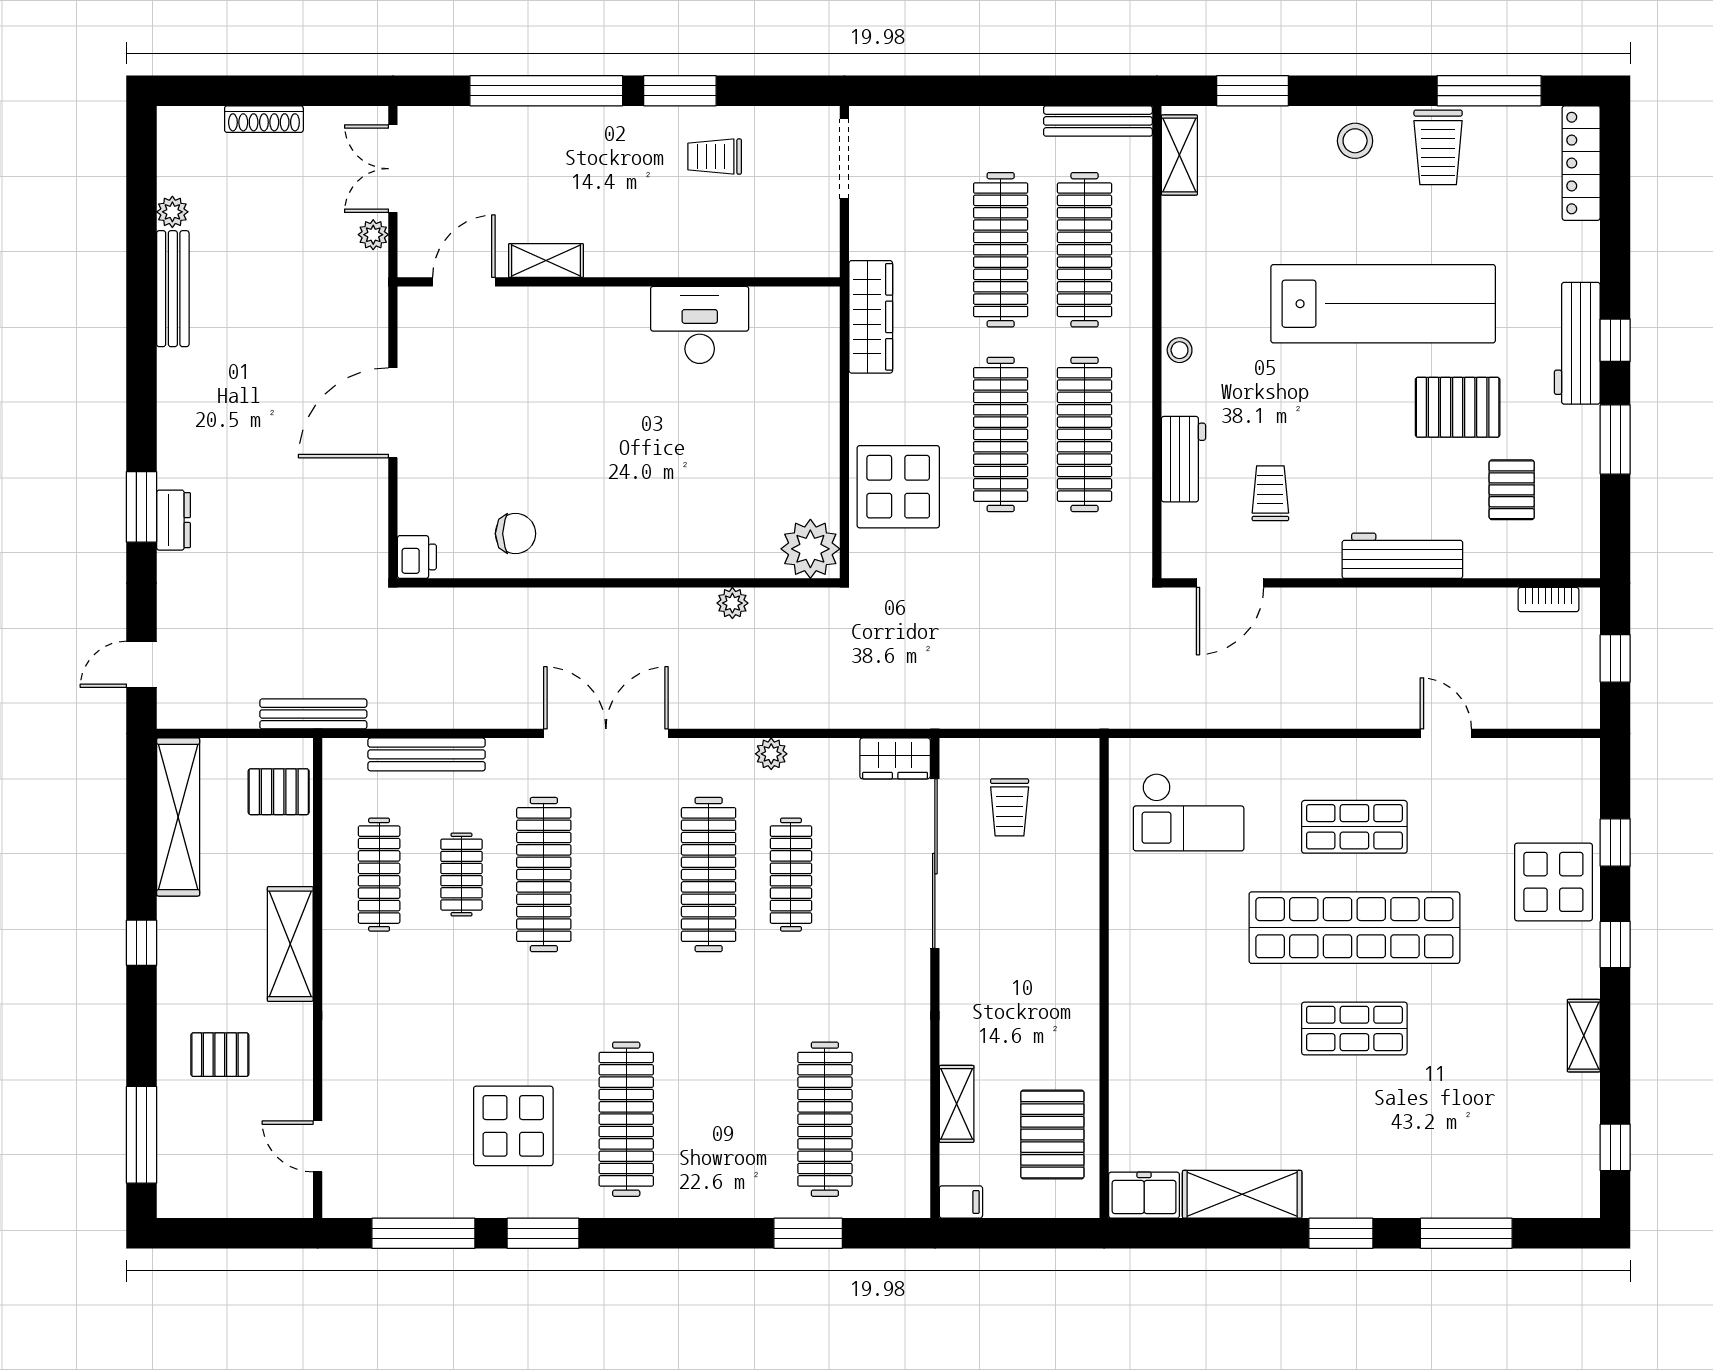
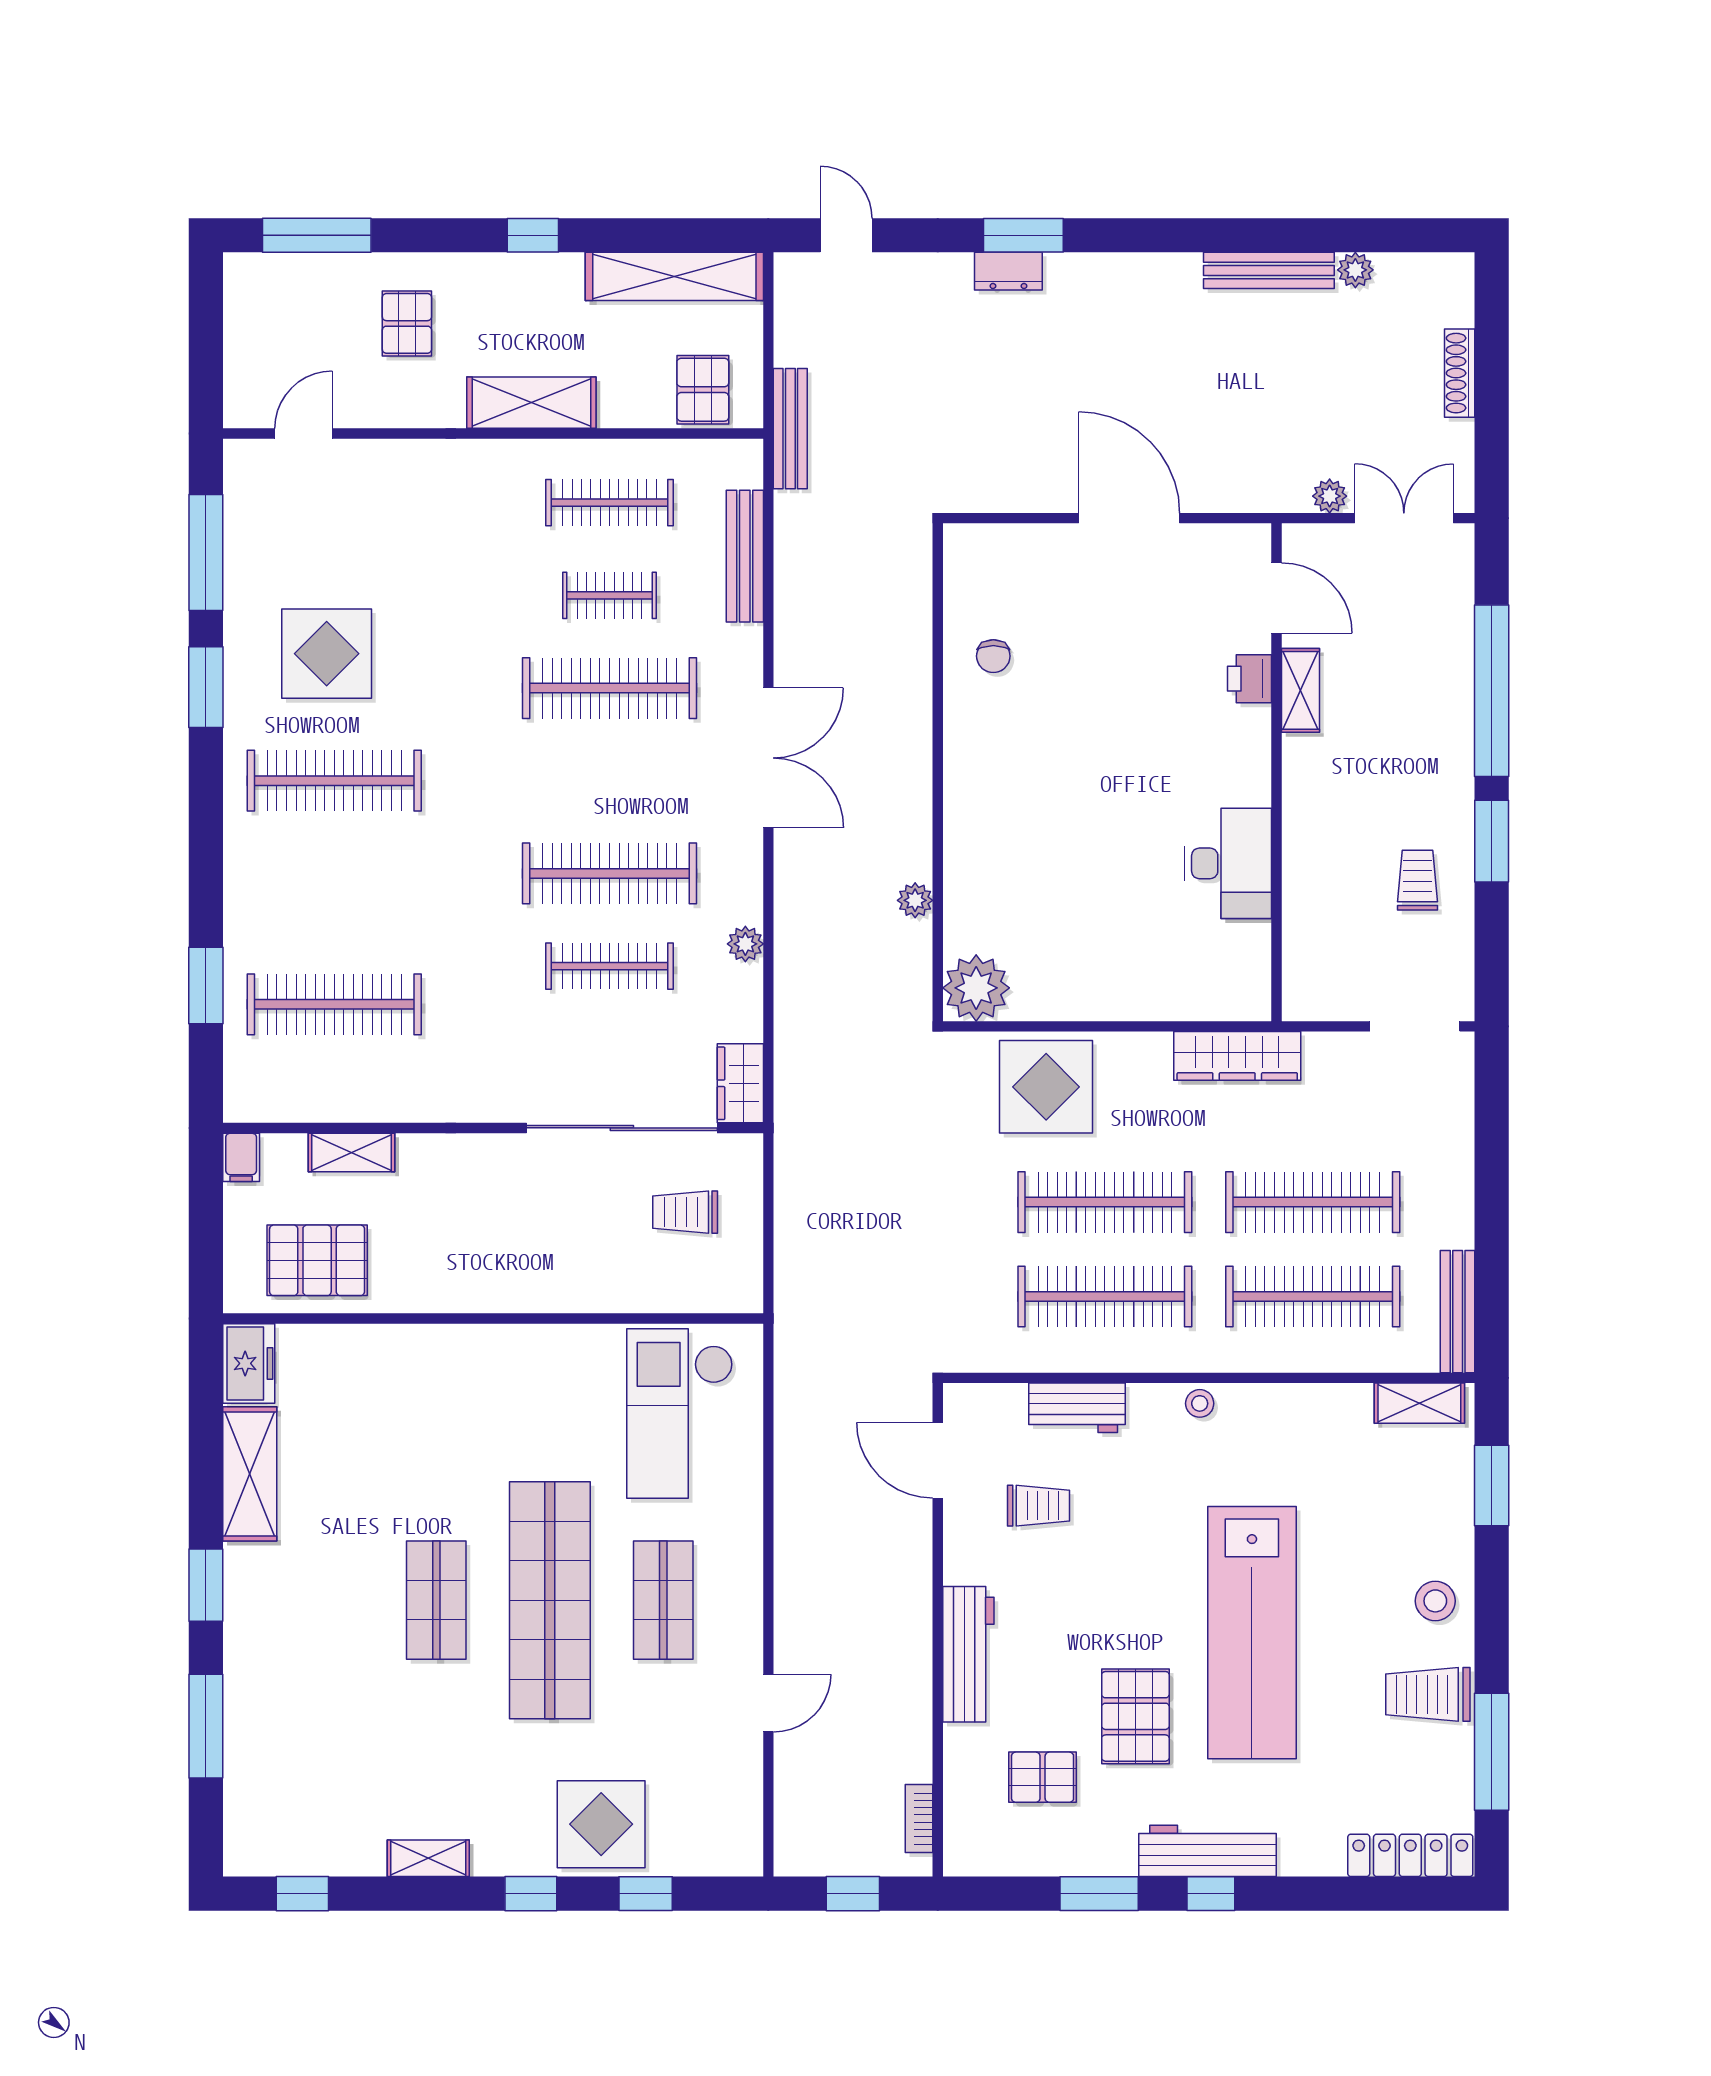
chair: (516, 534) -> (993, 656), width x0.73, depth x0.73
printer: (417, 557) -> (1250, 679), moved, turned 90
checkout: (1189, 812) -> (680, 1414), width x1.36, depth x1.21

